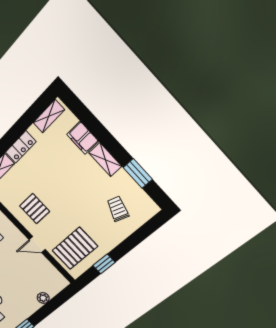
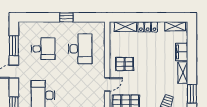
pallet: (35, 209) -> (125, 64), turned 90
door: (37, 245) -> (107, 84), swing flipped

